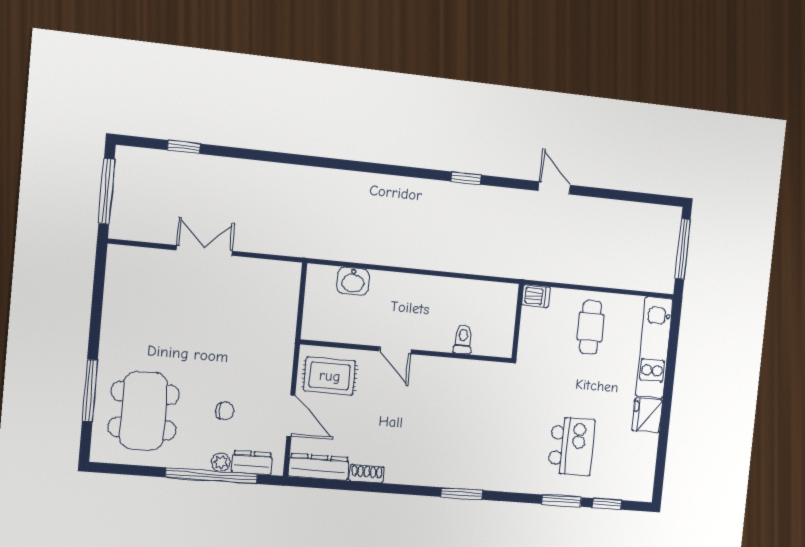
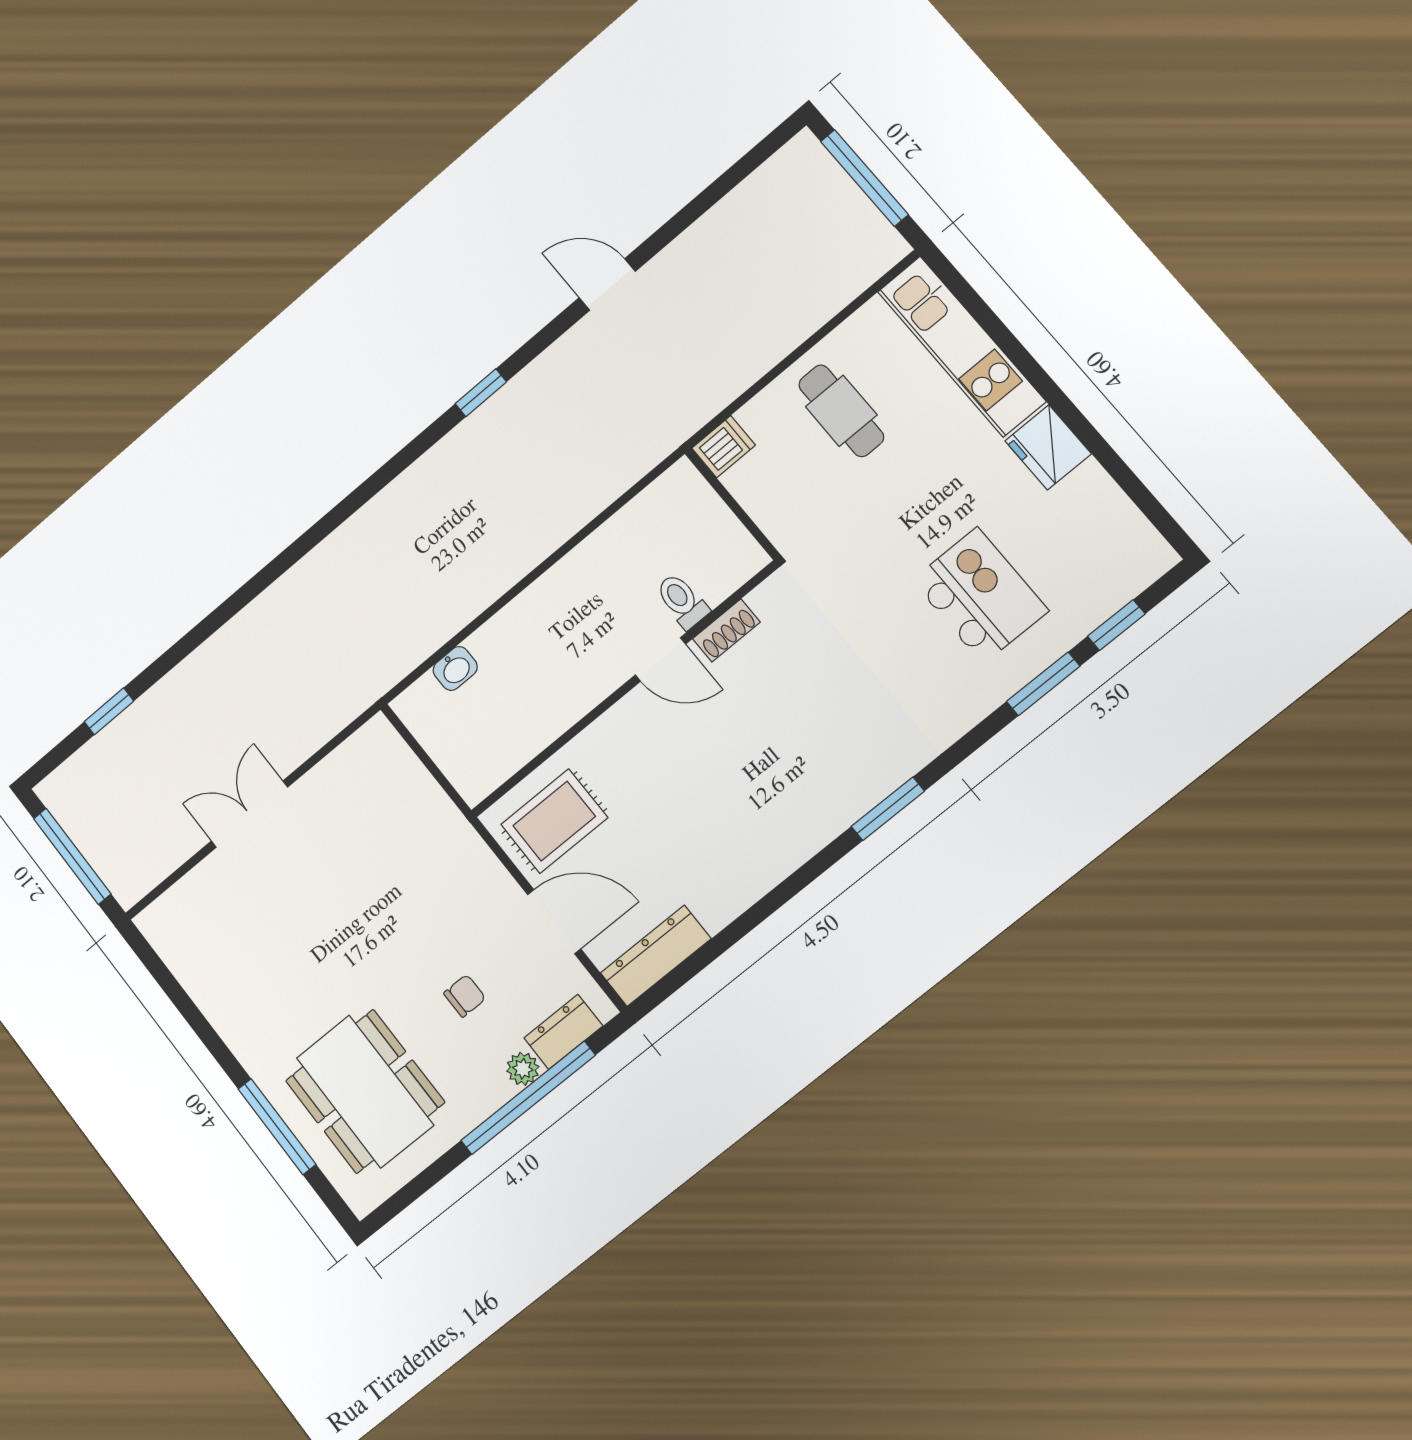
washbasin: (353, 281) -> (455, 668), width x0.72, depth x0.69
door: (395, 350) -> (660, 659), moved
shoe rack: (367, 474) -> (726, 630), moved, turned 180

